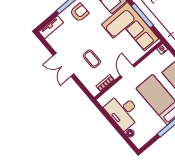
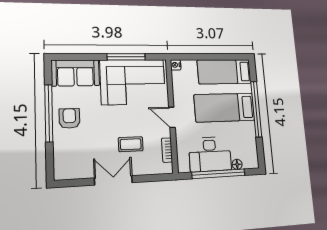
tv unit: (51, 27) -> (60, 162), removed
double door: (64, 65) -> (113, 180), swing flipped
window: (115, 125) -> (219, 174), added

